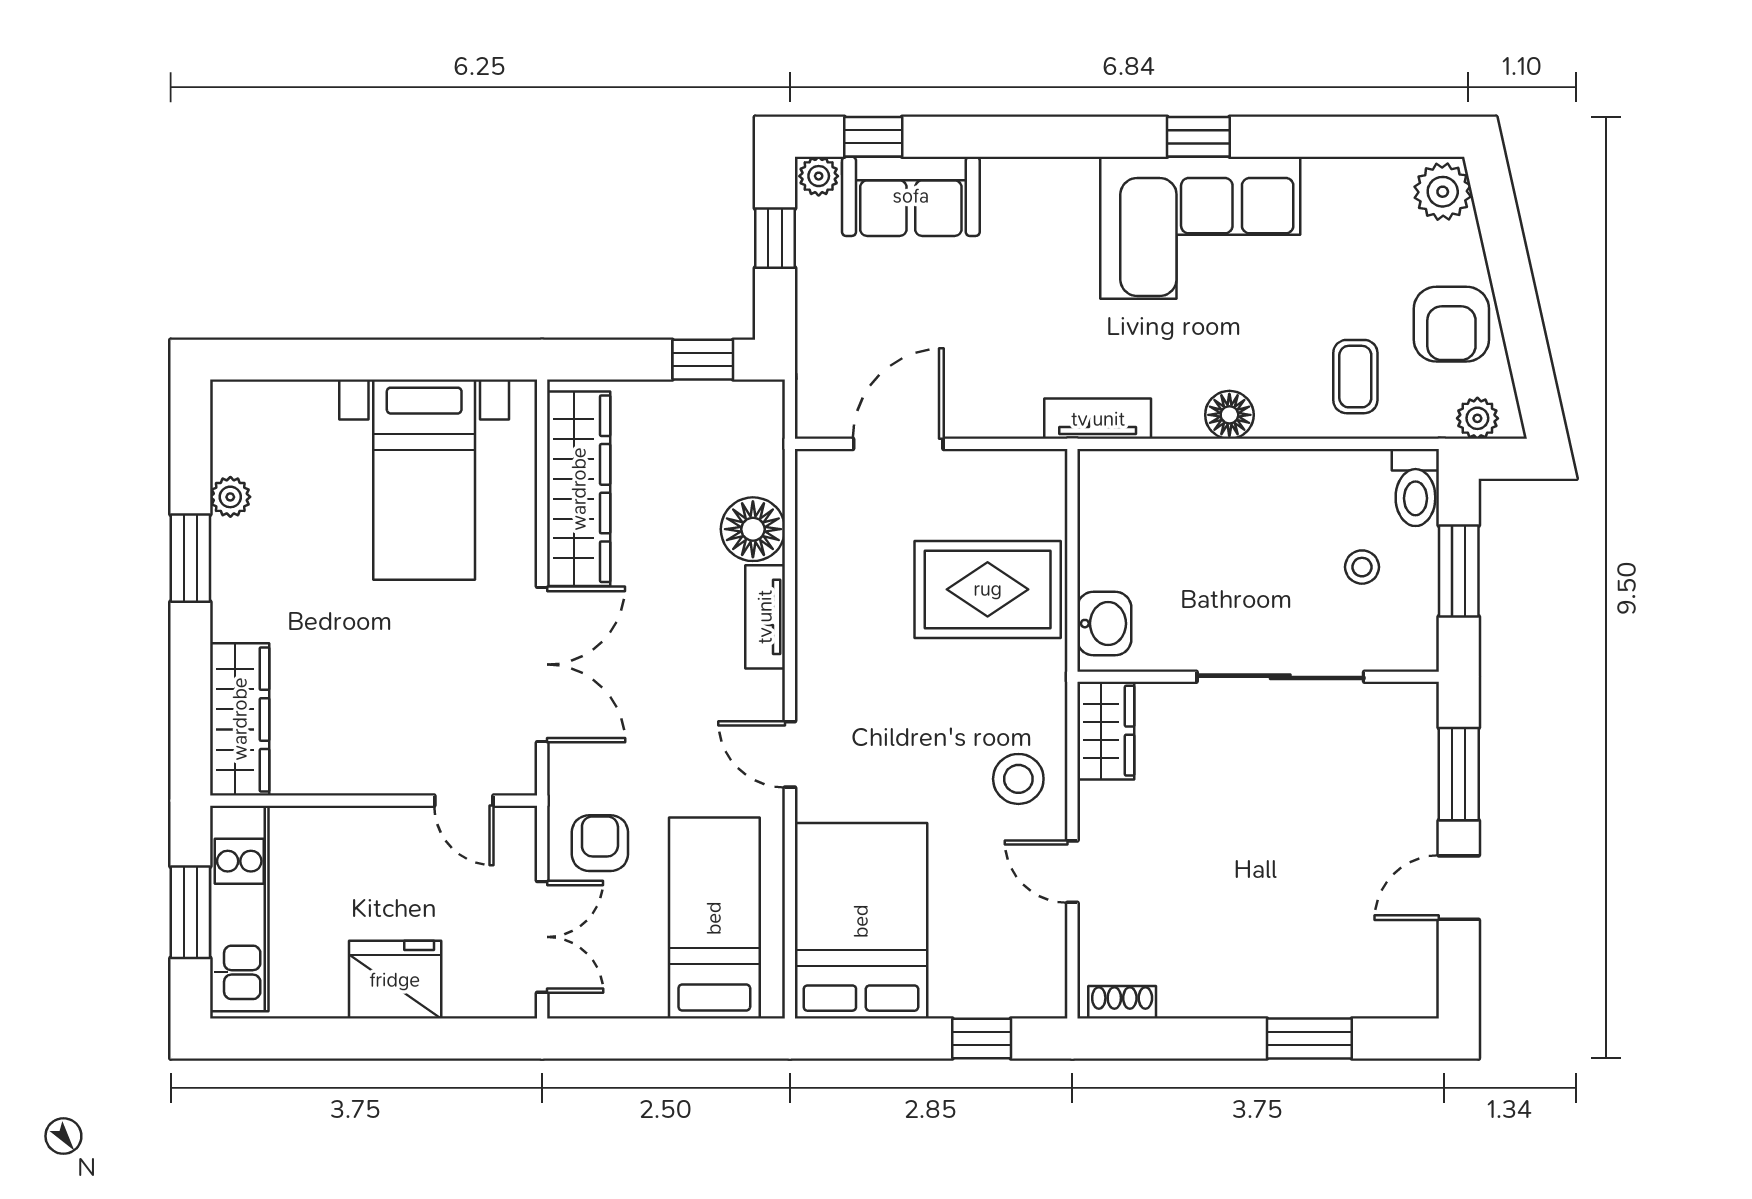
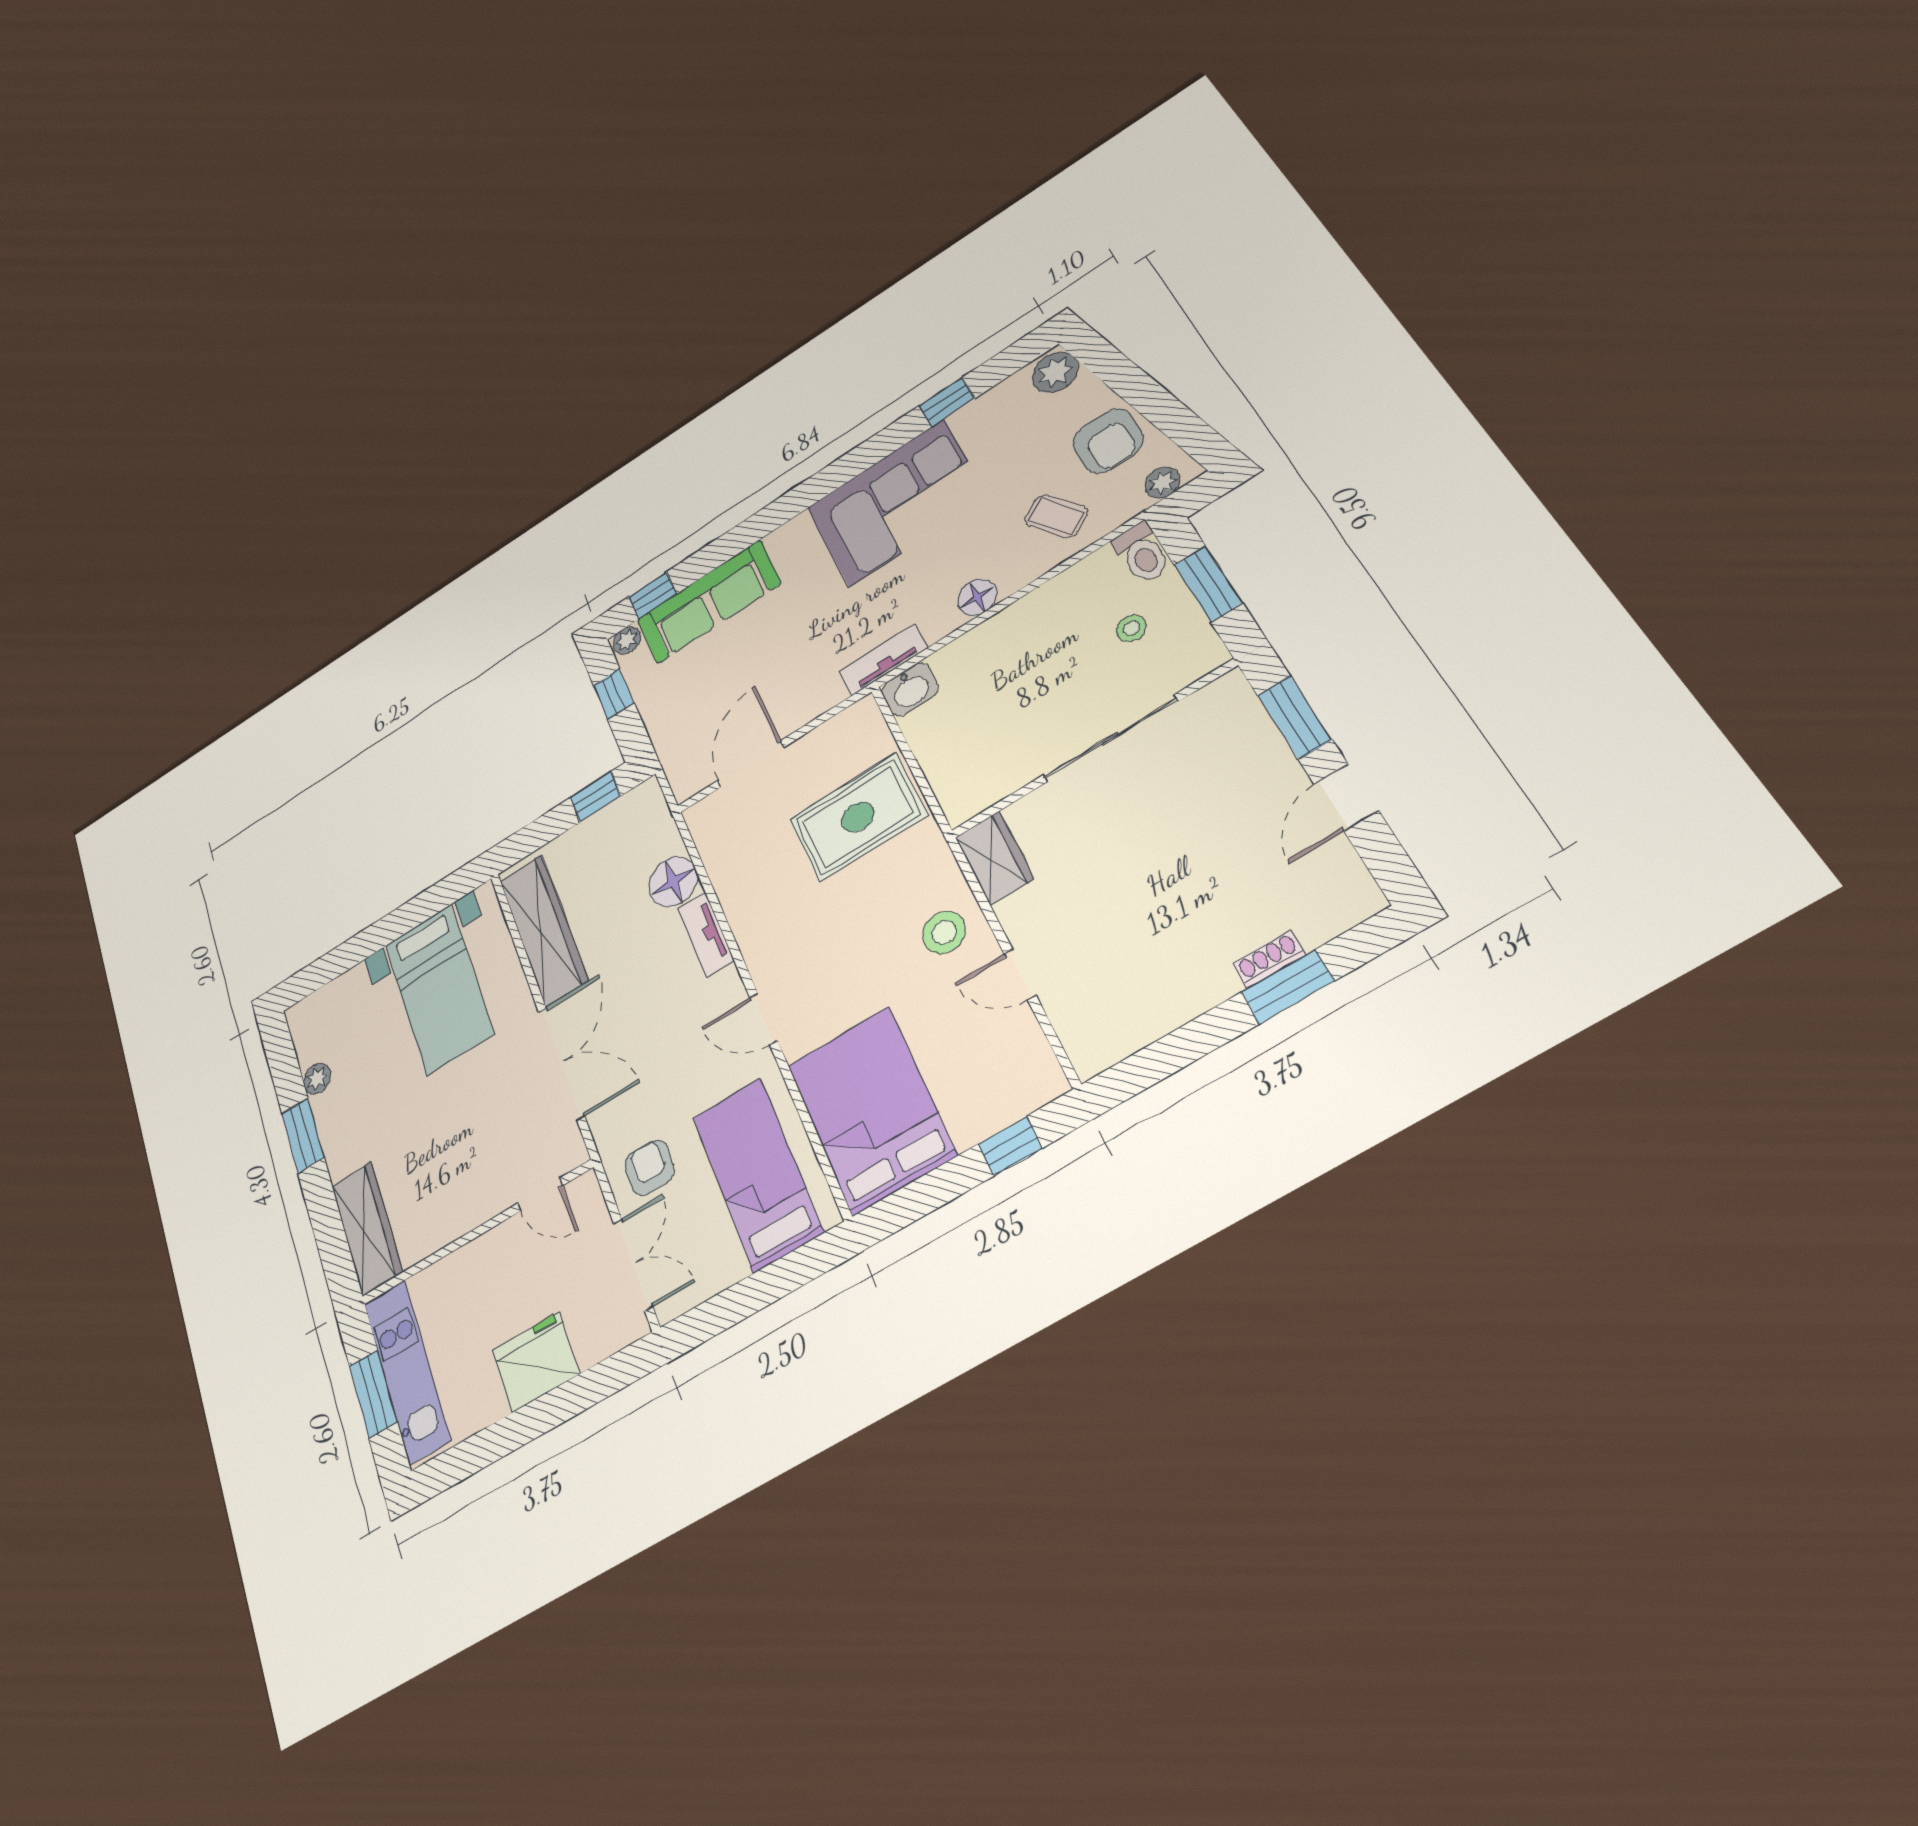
window: (1198, 137) -> (947, 402), moved
sofa: (911, 196) -> (709, 602), width x1.36
coffee table: (1355, 377) -> (1056, 516), turned -33
washbasin: (1104, 624) -> (910, 689), moved, turned 90
shoe rack: (1122, 1002) -> (1269, 959), moved

